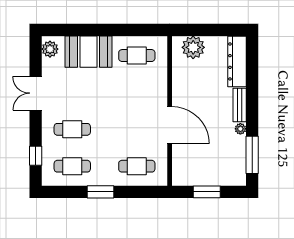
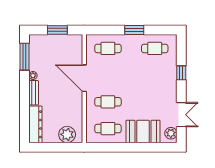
double door: (36, 93) -> (181, 115), moved
cafe table: (72, 129) -> (108, 102), moved
window: (36, 156) -> (181, 73), moved

